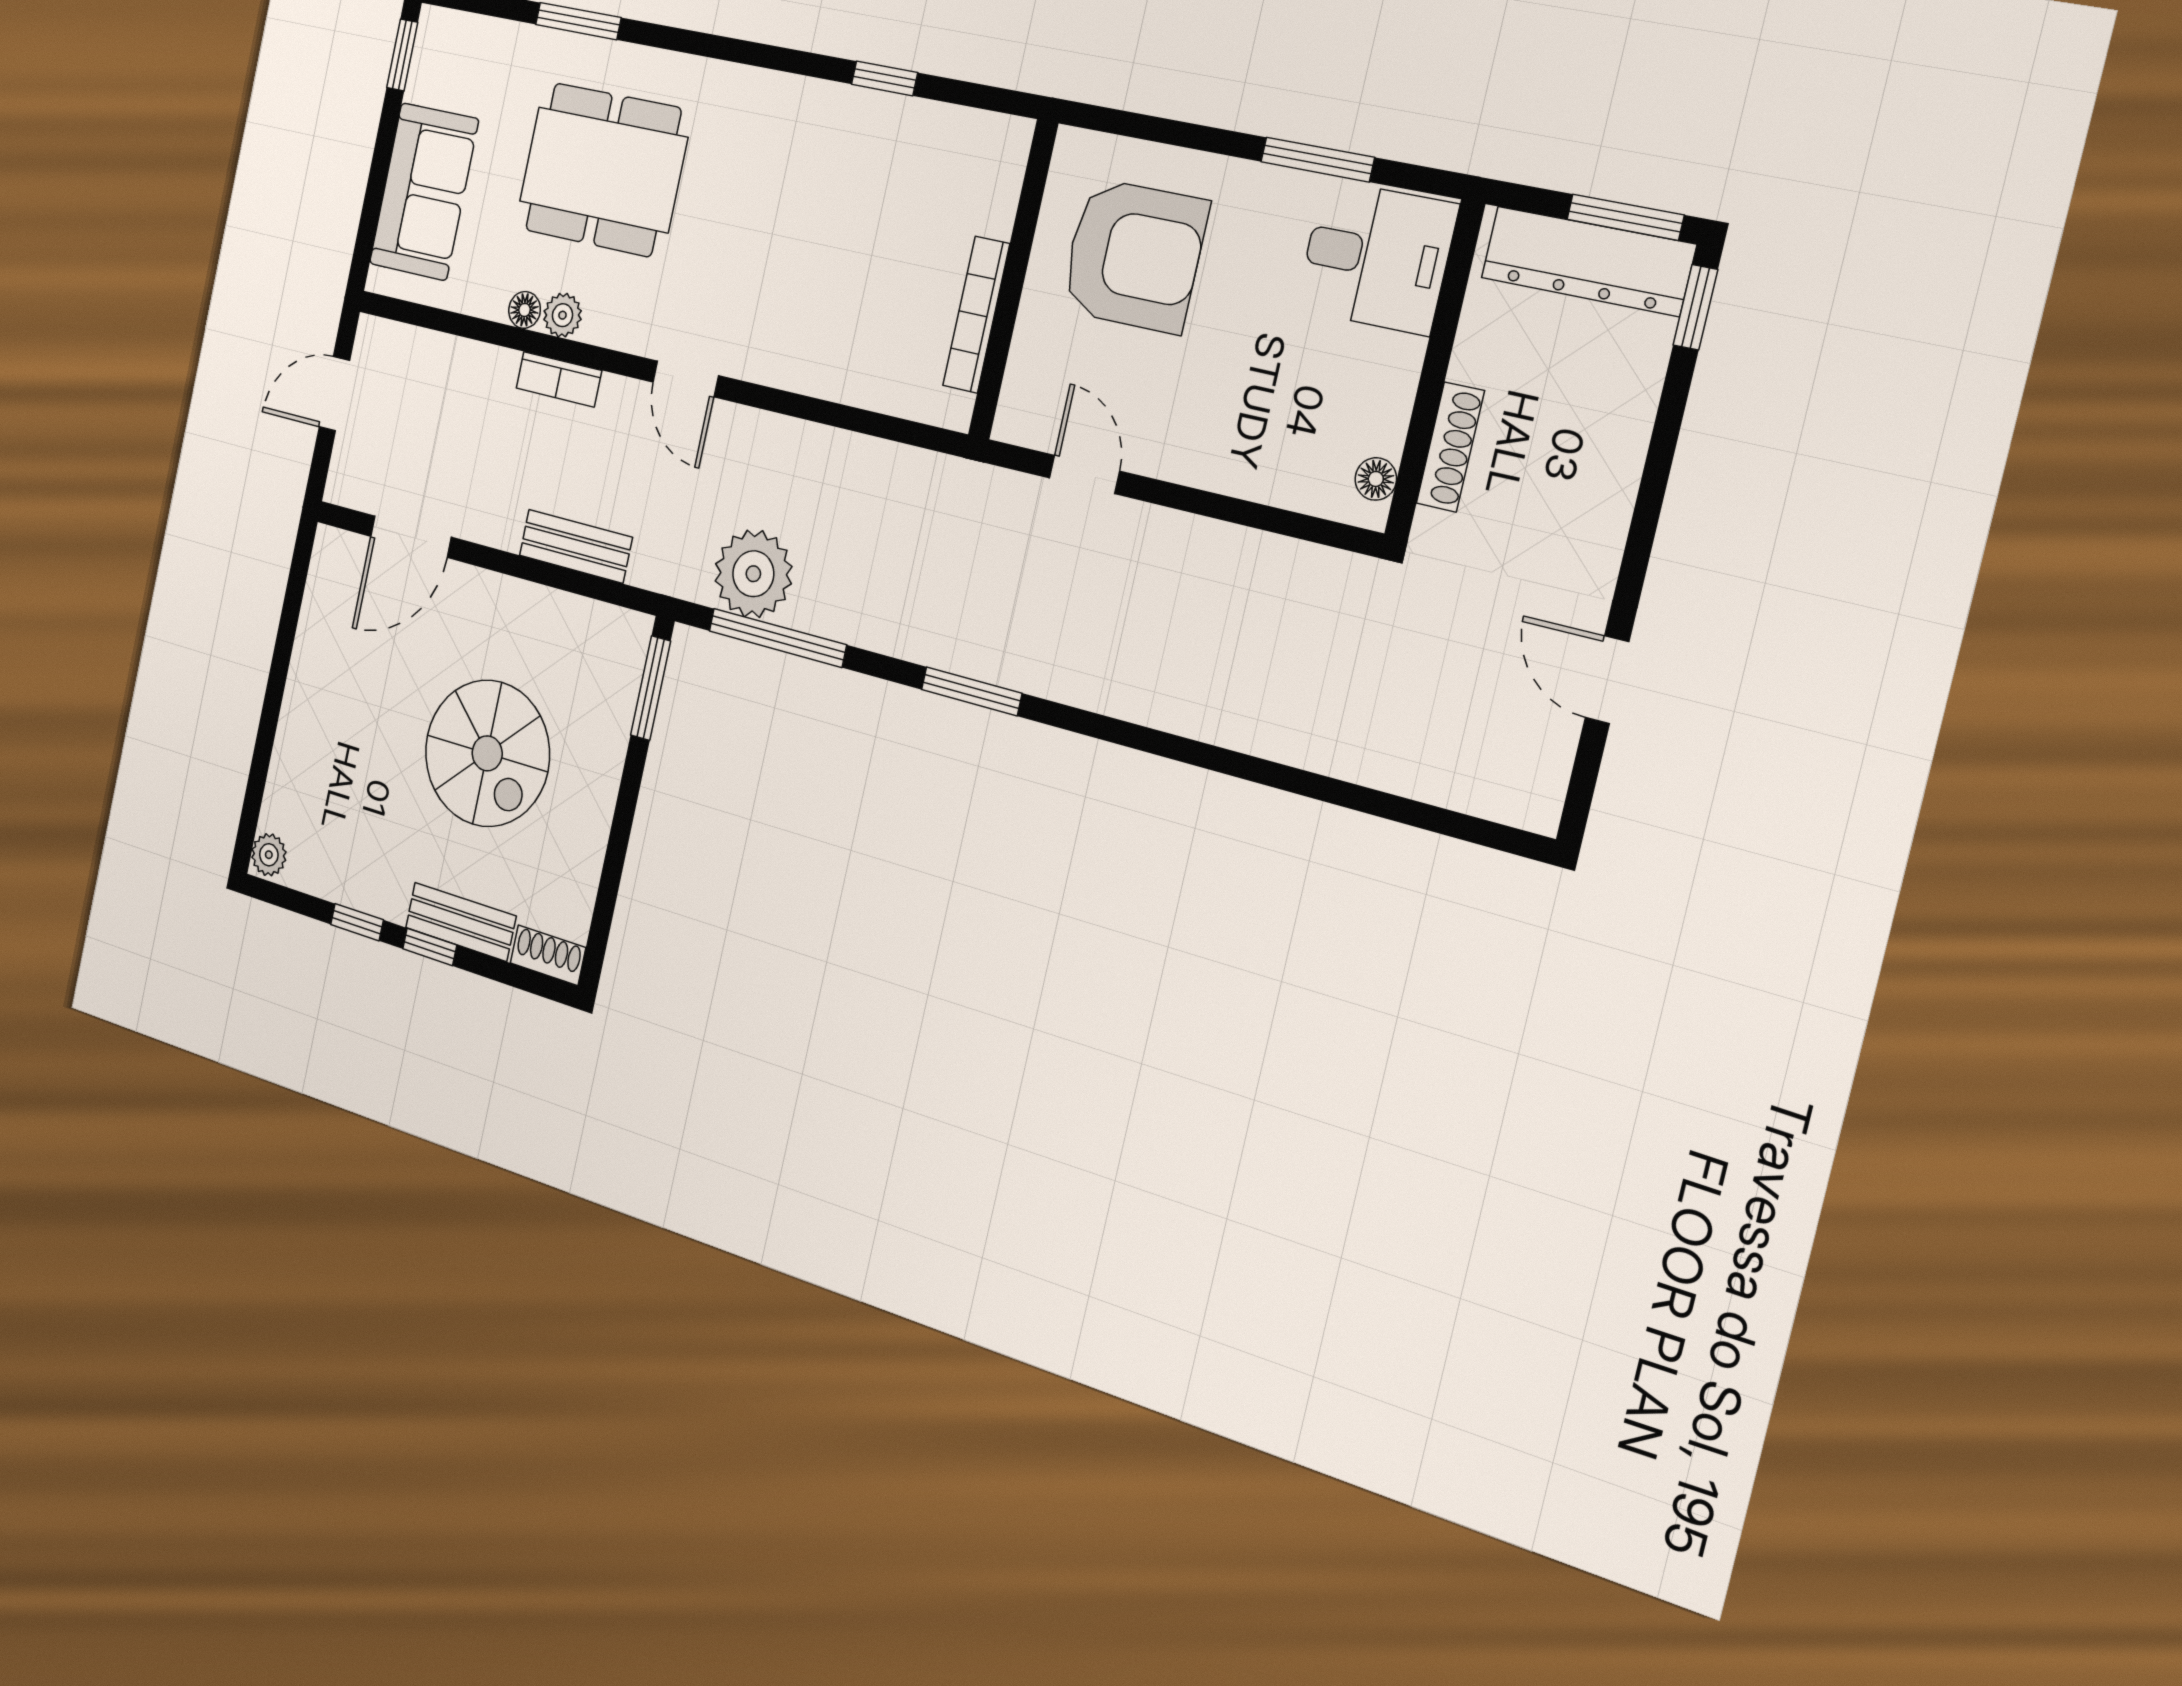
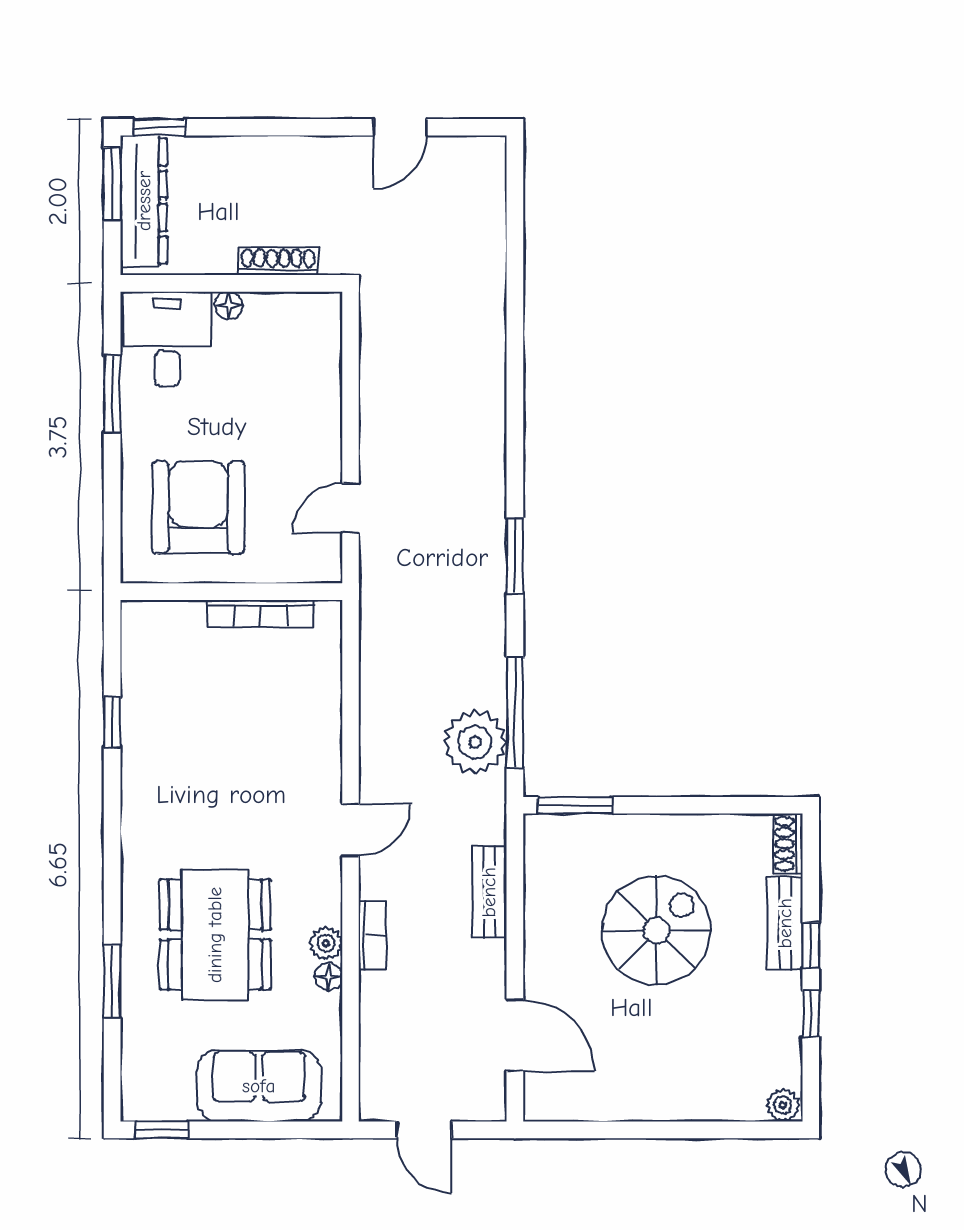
floor lamp: (1376, 479) -> (229, 306), moved

